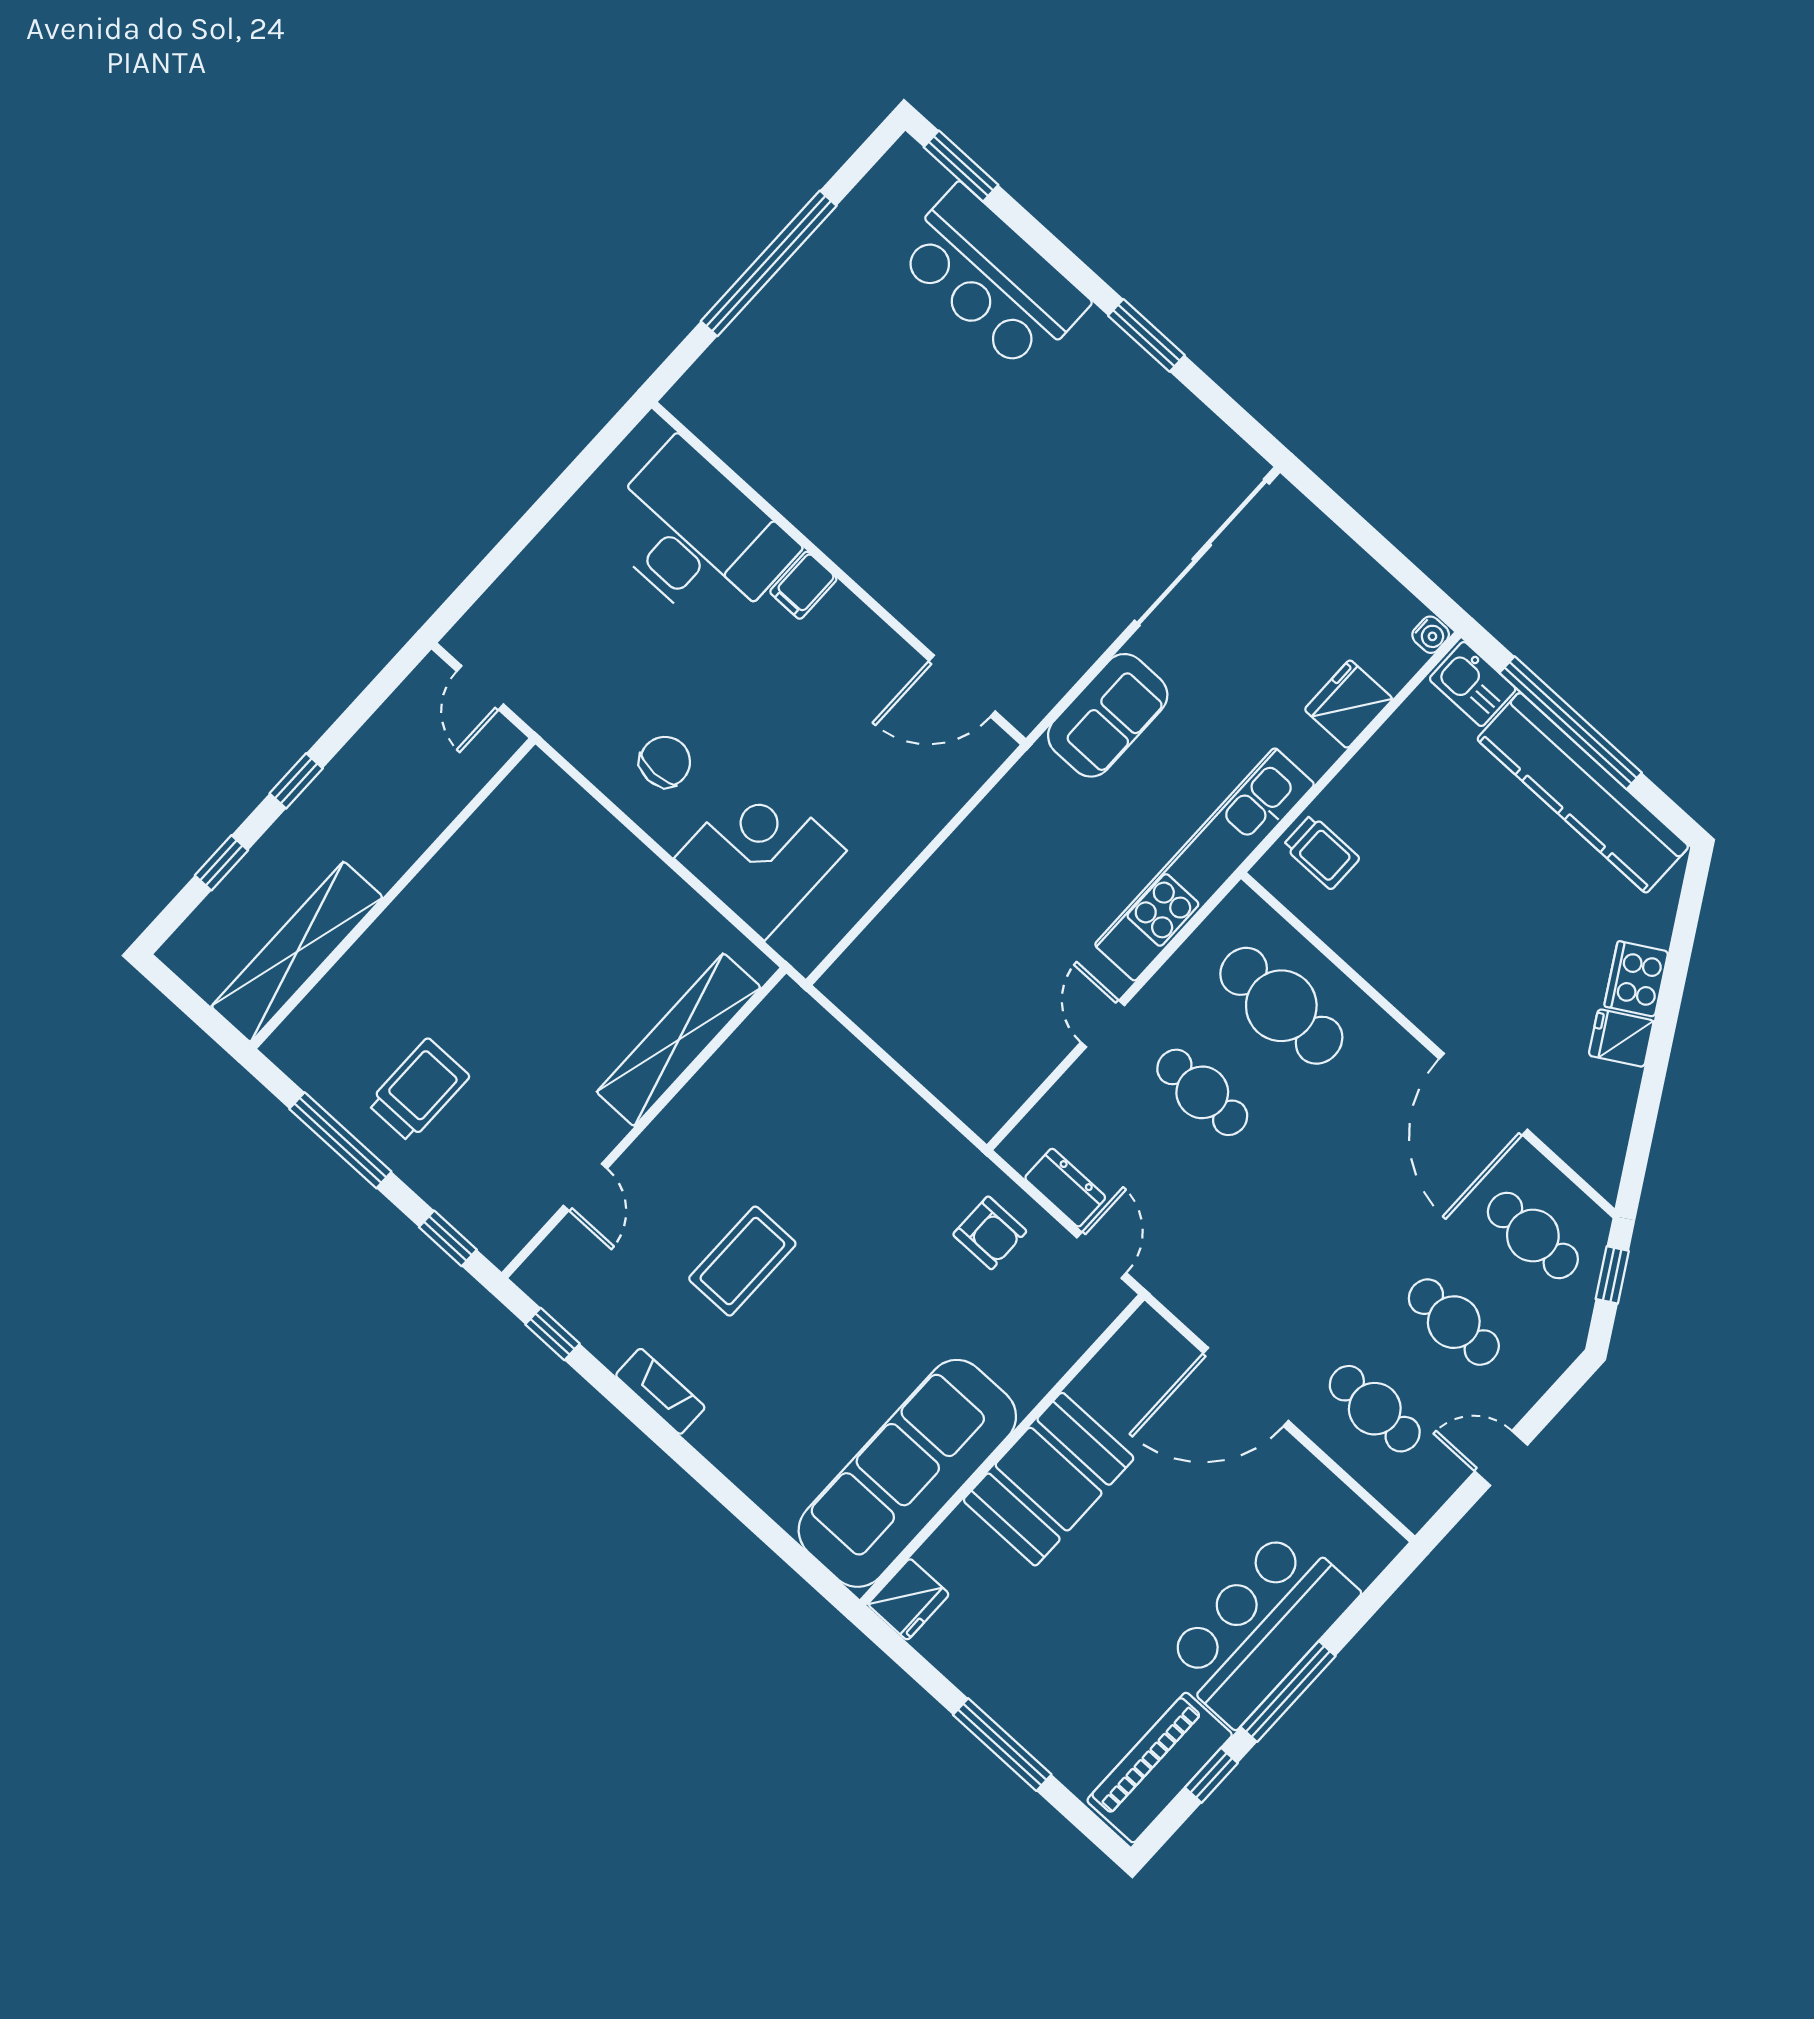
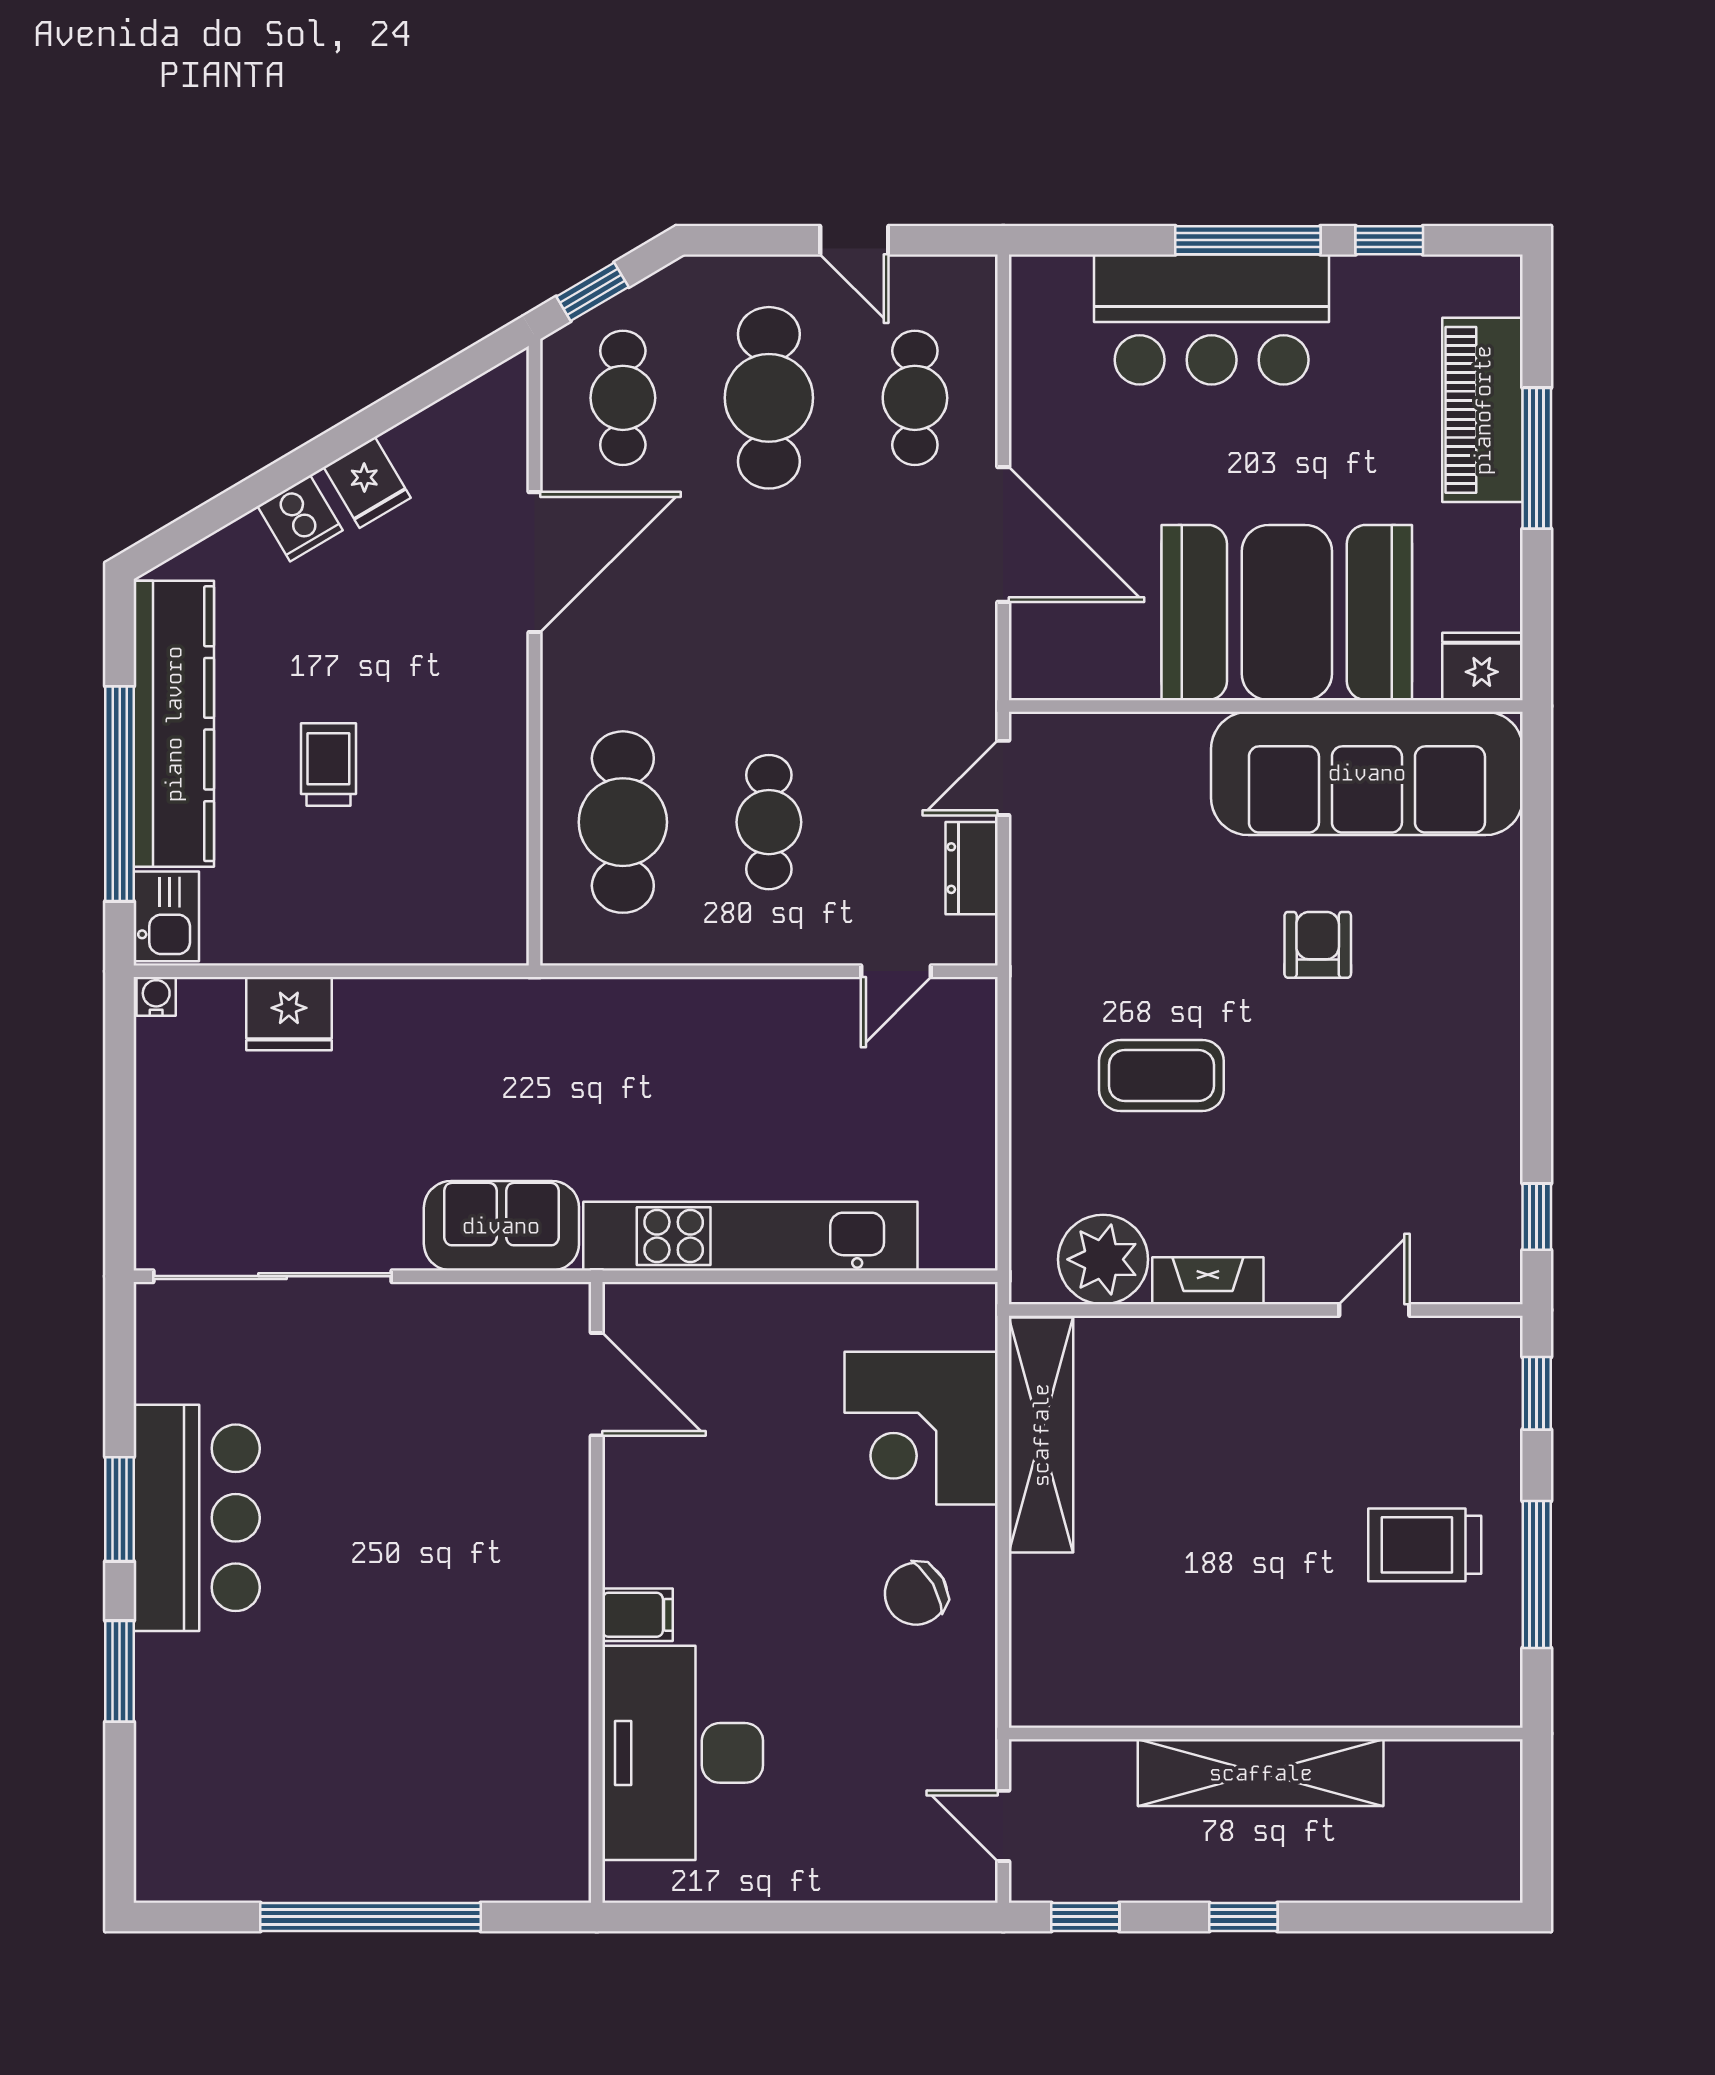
window: (961, 166) -> (120, 1671), moved
bar counter: (992, 278) -> (197, 1518), moved
door: (480, 688) -> (1003, 1826), swing flipped
chair: (665, 762) -> (916, 1594), turned -30
trolley: (1321, 852) -> (328, 764), moved
window: (221, 863) -> (1085, 1917), moved
kitchen unit: (1205, 864) -> (750, 1236), moved, turned 180
shelving: (297, 952) -> (1261, 1773), moved
cooker: (1636, 979) -> (300, 518), width x0.73
door: (1103, 1024) -> (896, 971), moved
shelving: (679, 1040) -> (1041, 1435), moved, turned 90
plant: (762, 1054) -> (1103, 1259), added
armchair: (990, 1233) -> (1318, 945), moved
coffee table: (742, 1261) -> (1161, 1075), moved
cafe table: (1454, 1322) -> (769, 398), width x1.37, depth x1.35
fireplace: (660, 1391) -> (1208, 1281), moved, turned 90
booth: (1049, 1479) -> (1287, 613), width x1.36, depth x1.42
piano: (1160, 1768) -> (1483, 410), moved, turned 90

